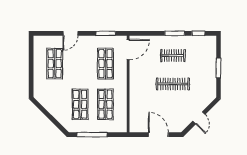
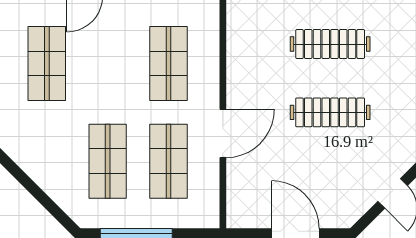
door: (128, 49) -> (223, 133), moved
clothes rail: (173, 55) -> (330, 44), width x1.36

